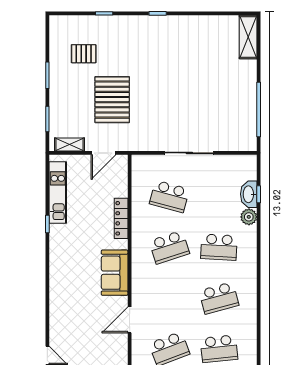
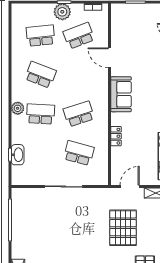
plant: (249, 217) -> (18, 108), moved
locker: (121, 218) -> (116, 136), width x0.66
school desk: (219, 298) -> (41, 75), turned 36
door: (130, 320) -> (110, 58), swing flipped

